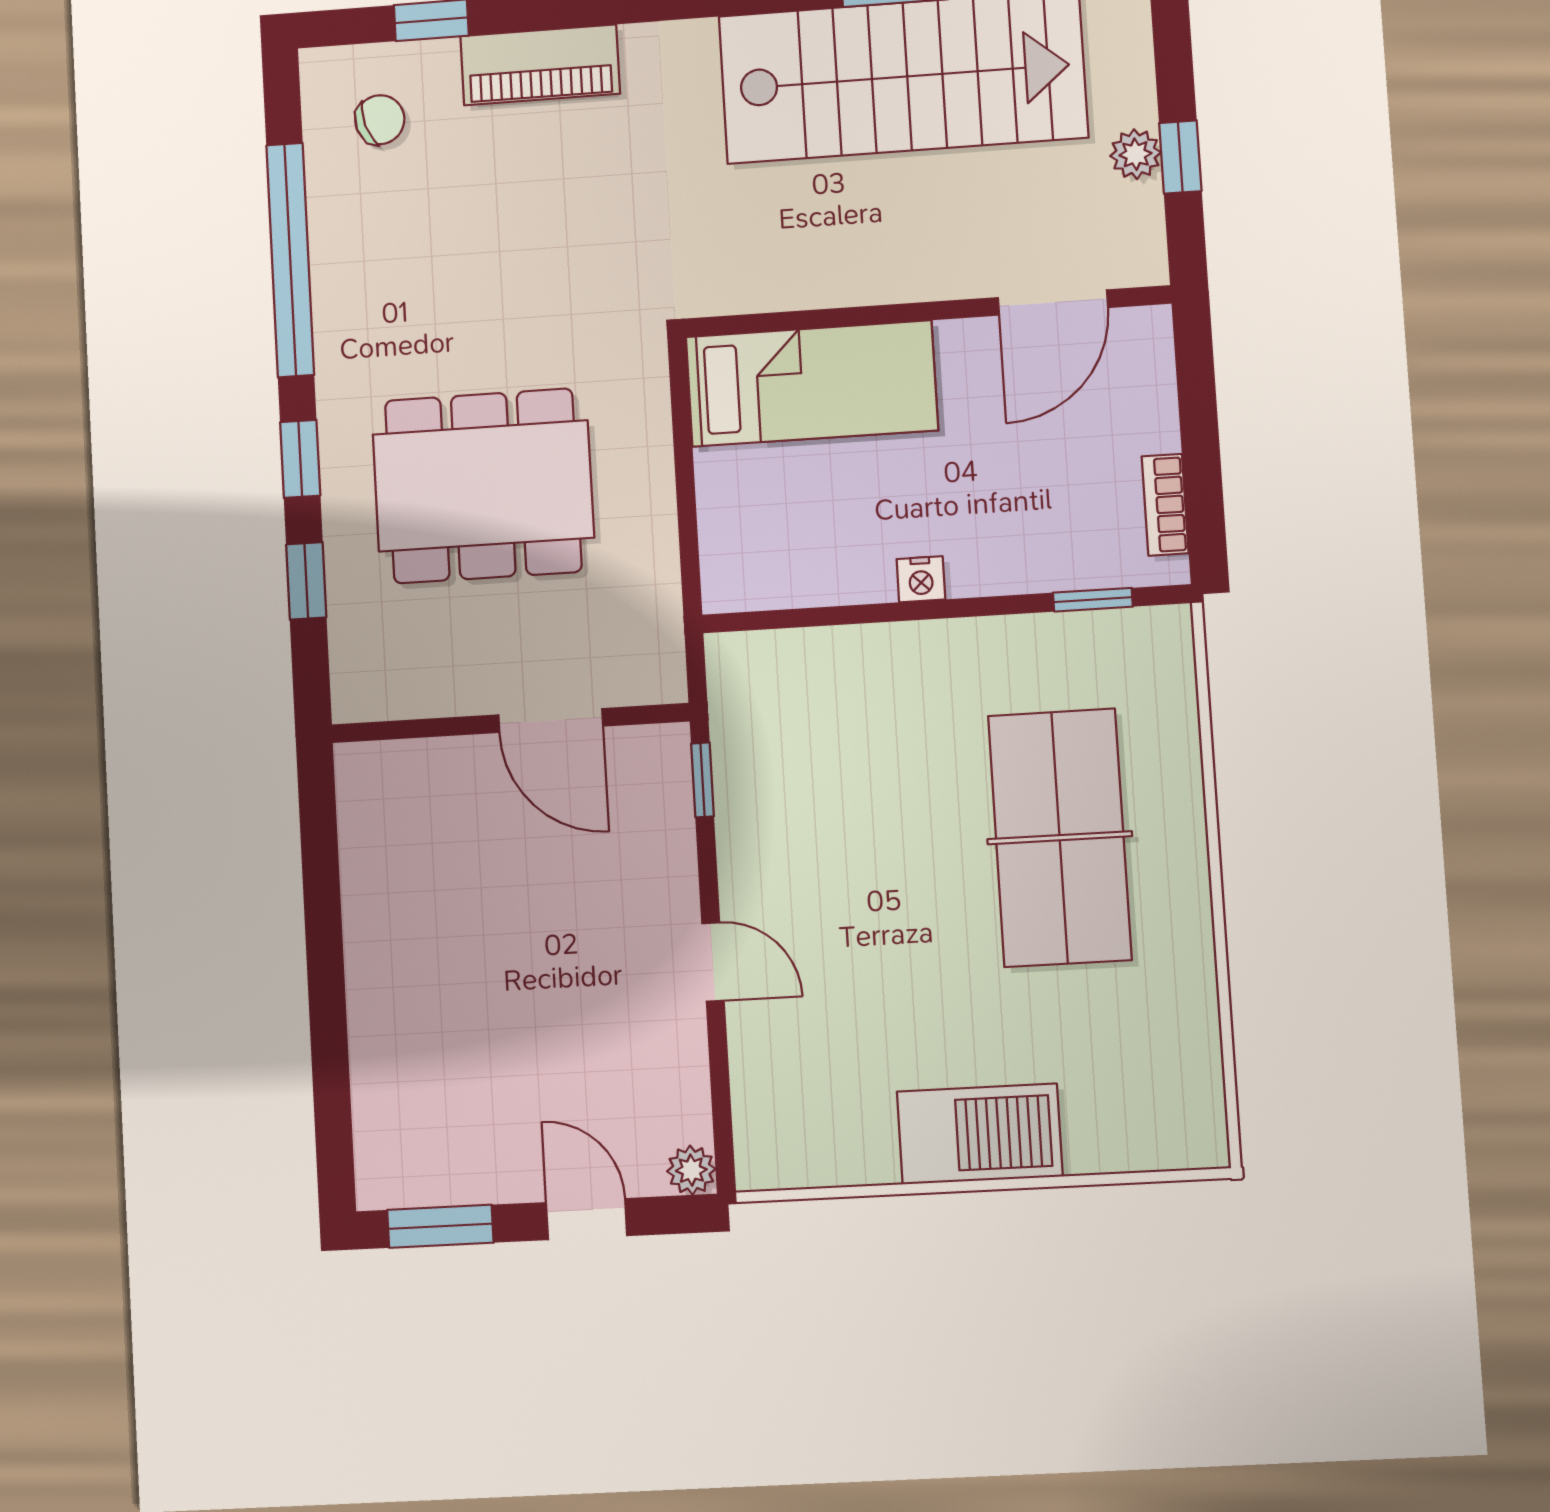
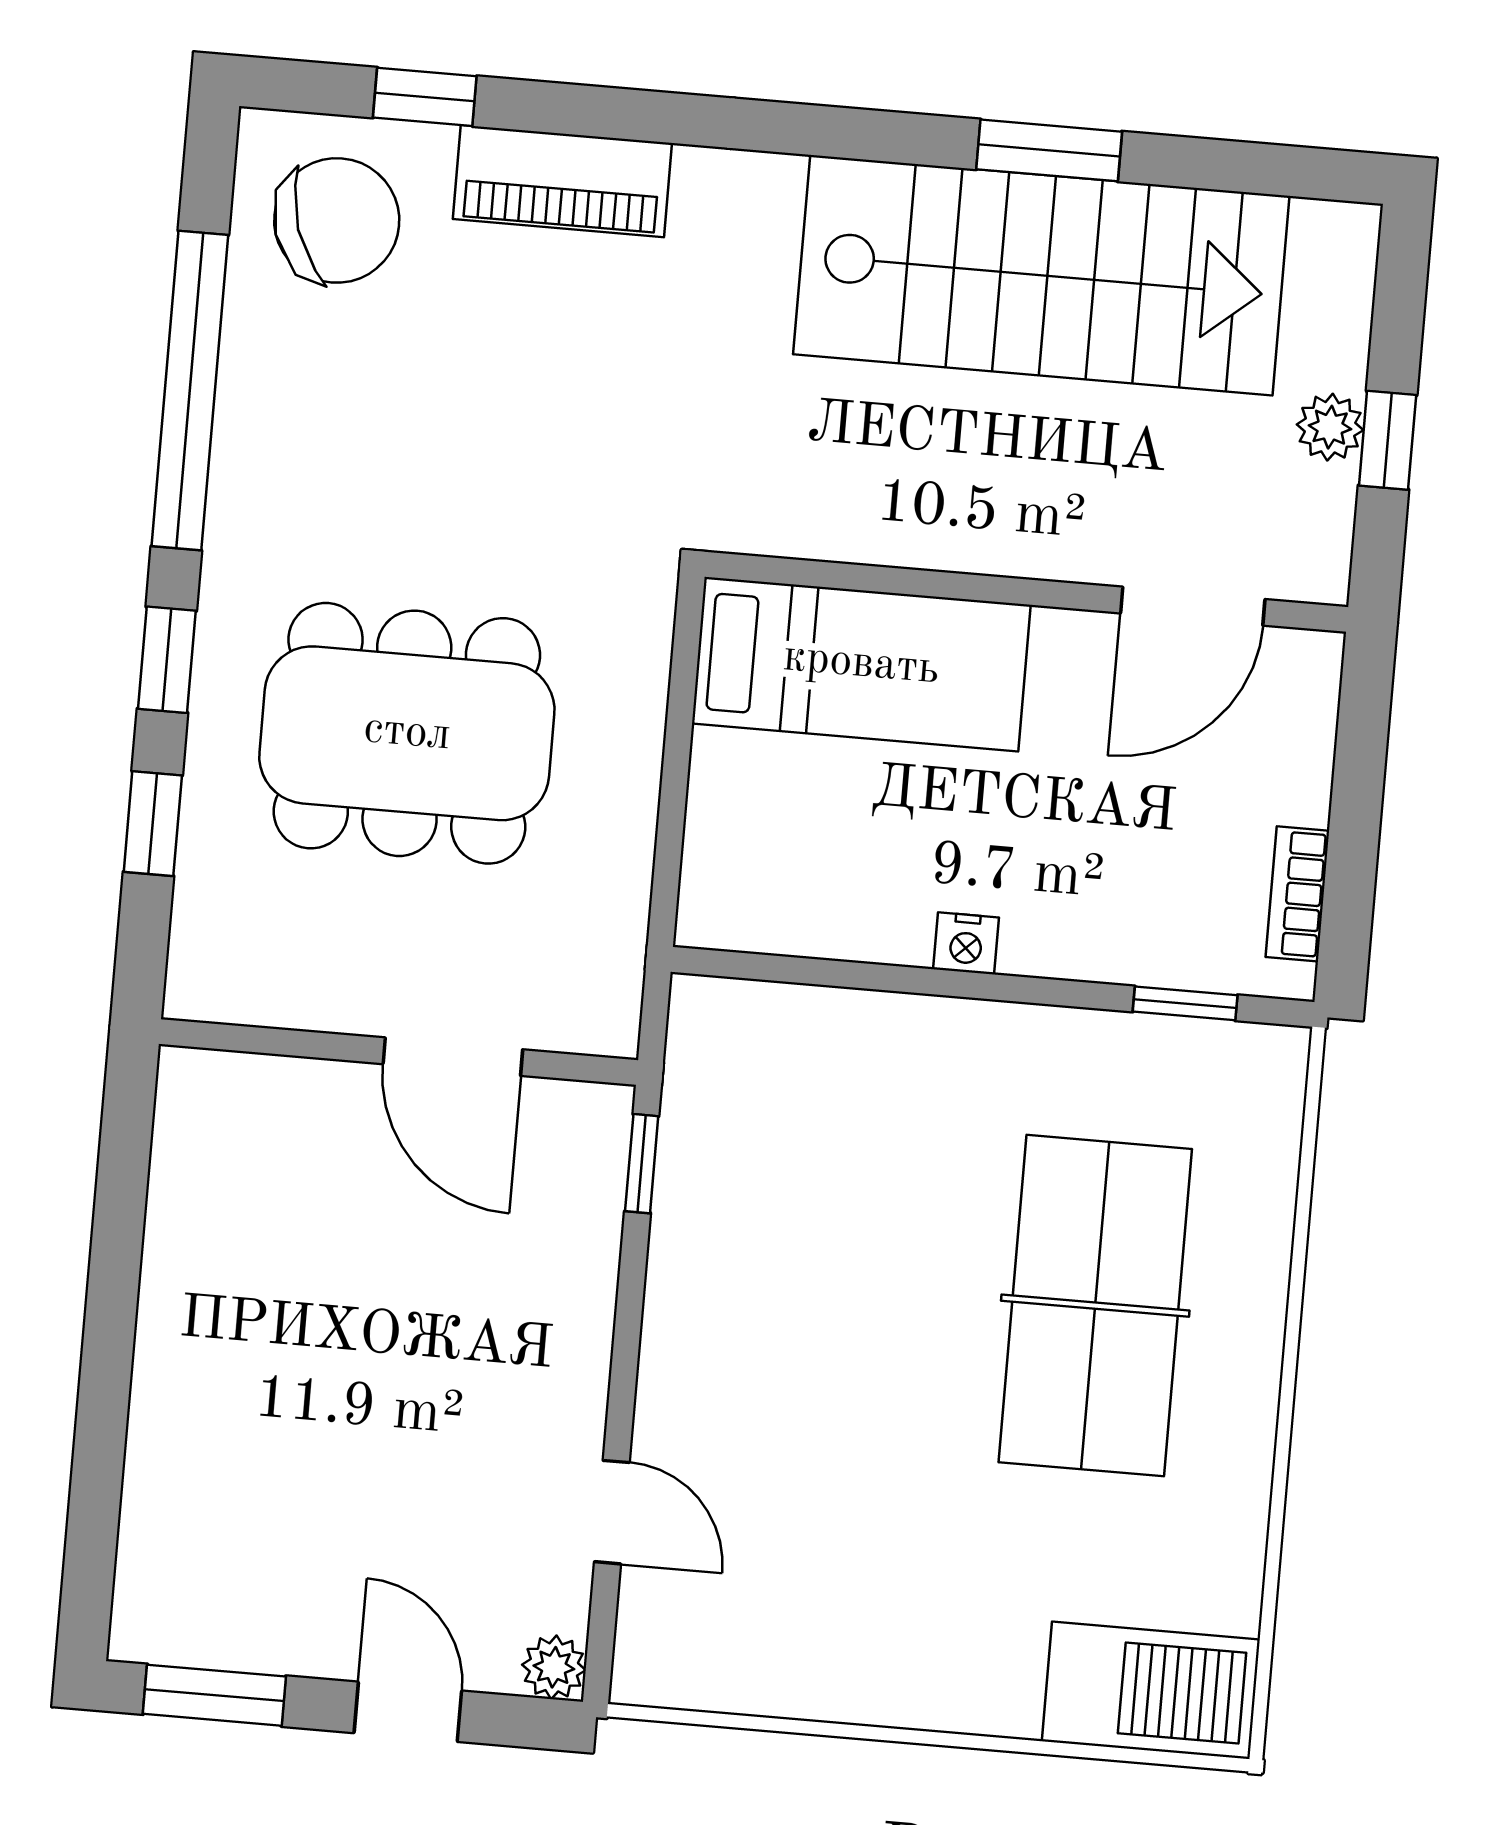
chair: (380, 120) -> (337, 220), width x1.87, depth x1.87
door: (713, 962) -> (612, 1512), moved
barbecue: (980, 1134) -> (1151, 1690), moved

